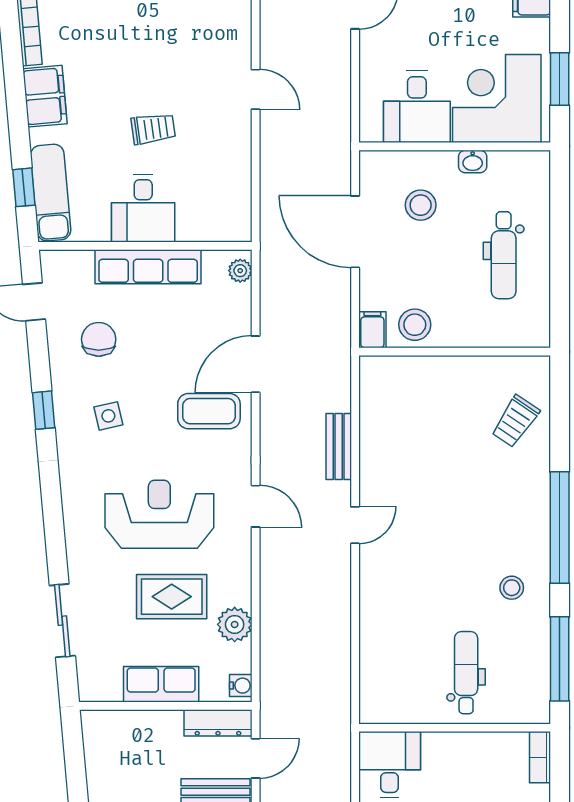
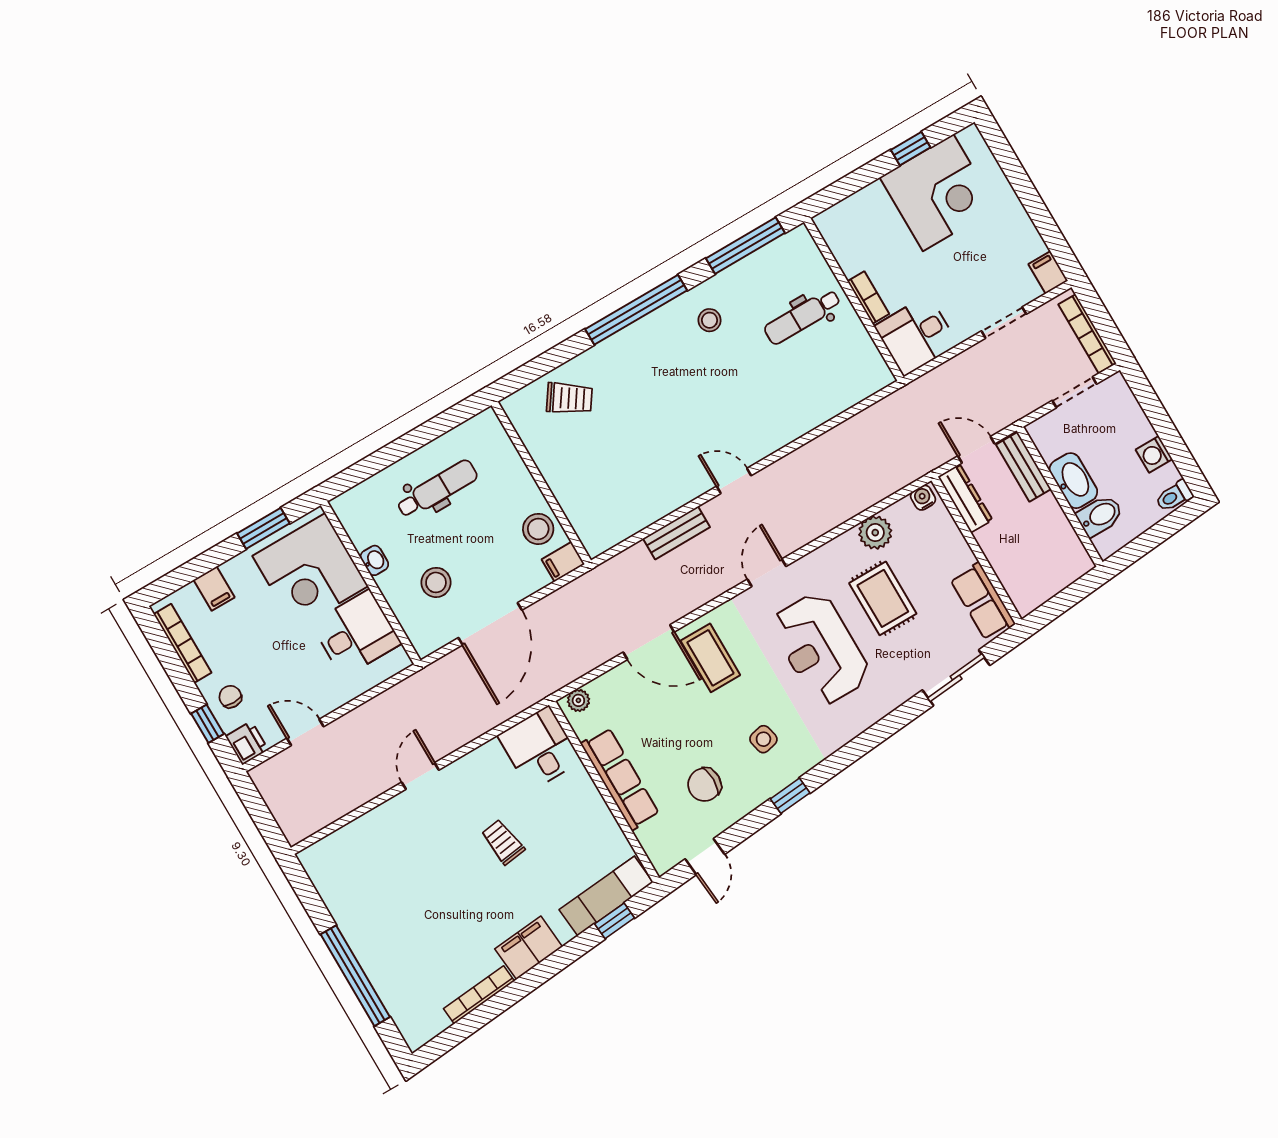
desk: (143, 208) -> (539, 748), moved, turned -90
row of seats: (161, 684) -> (982, 601), moved
bookcase: (540, 757) -> (868, 298), moved, turned -90

